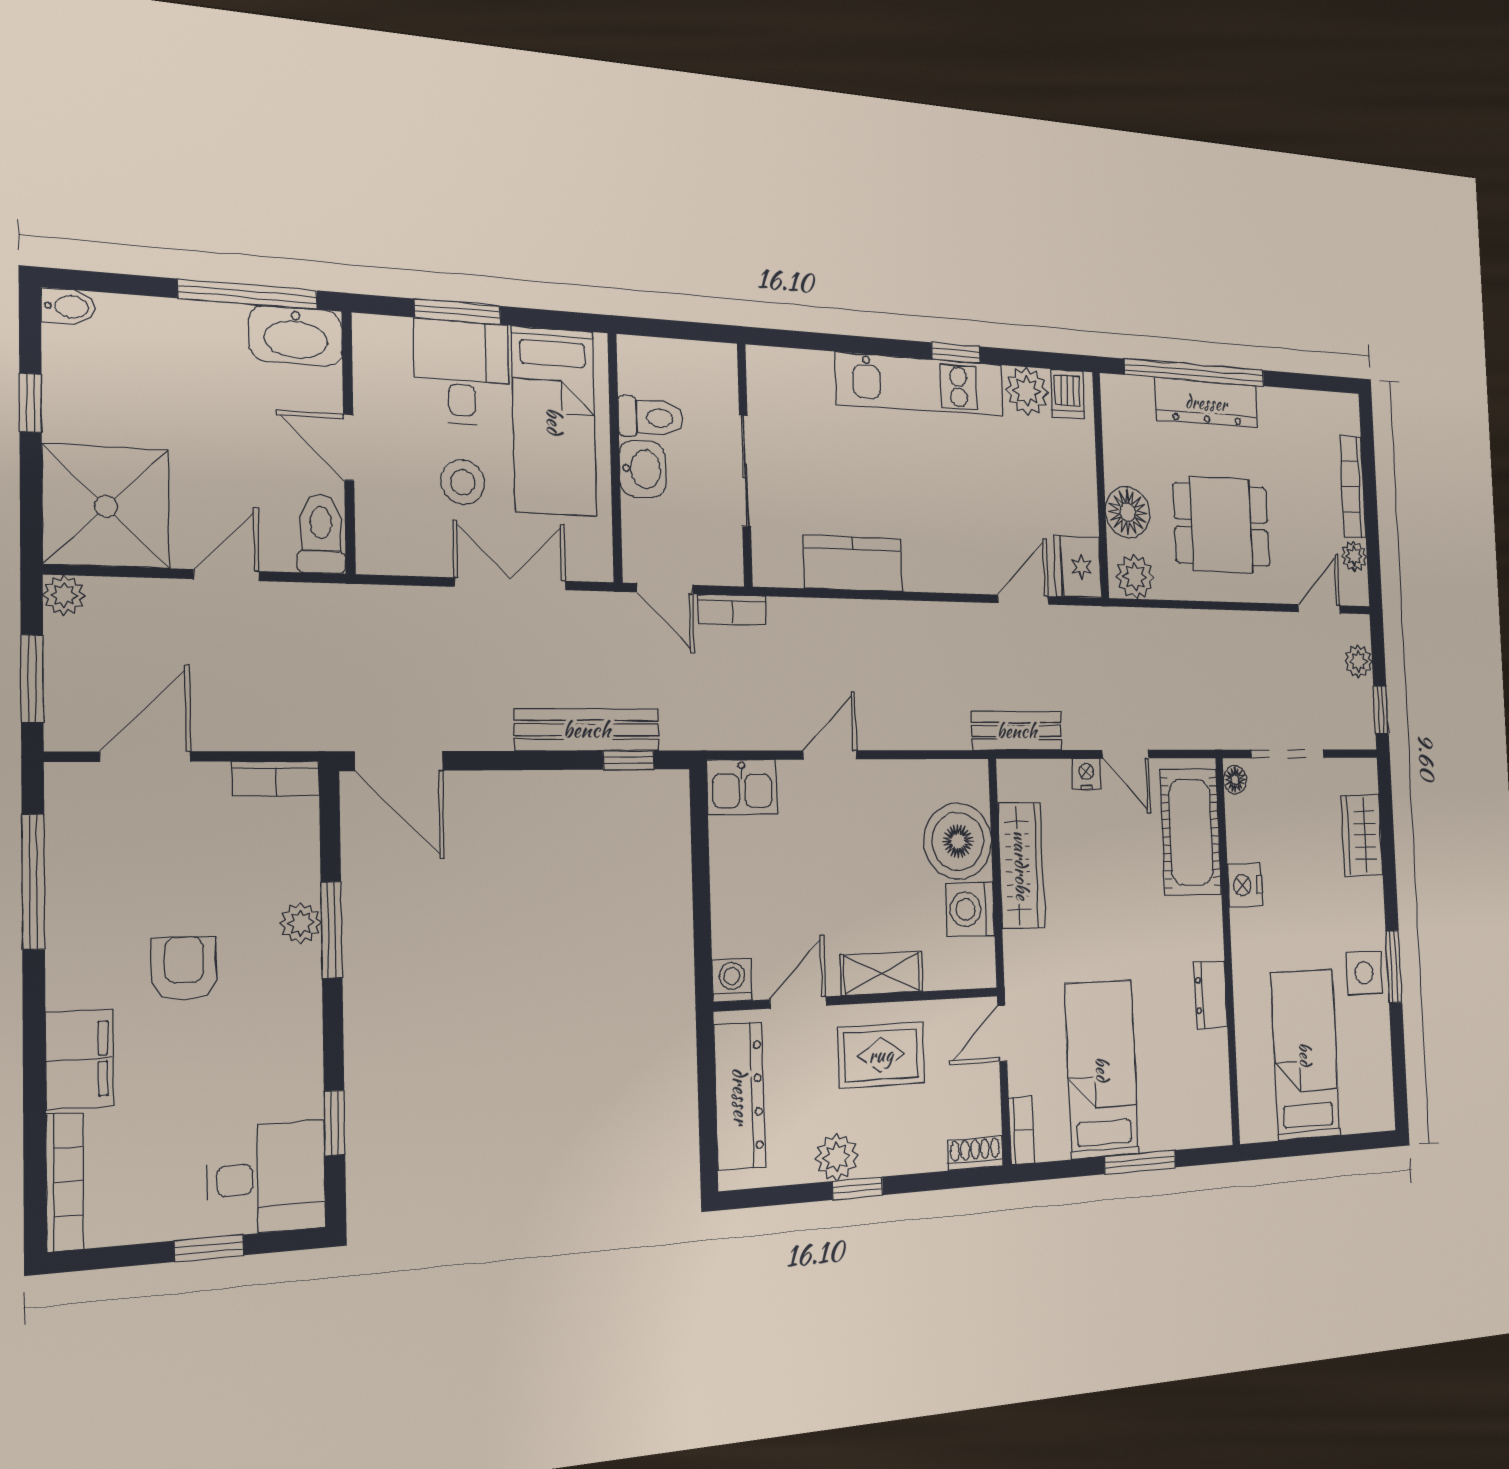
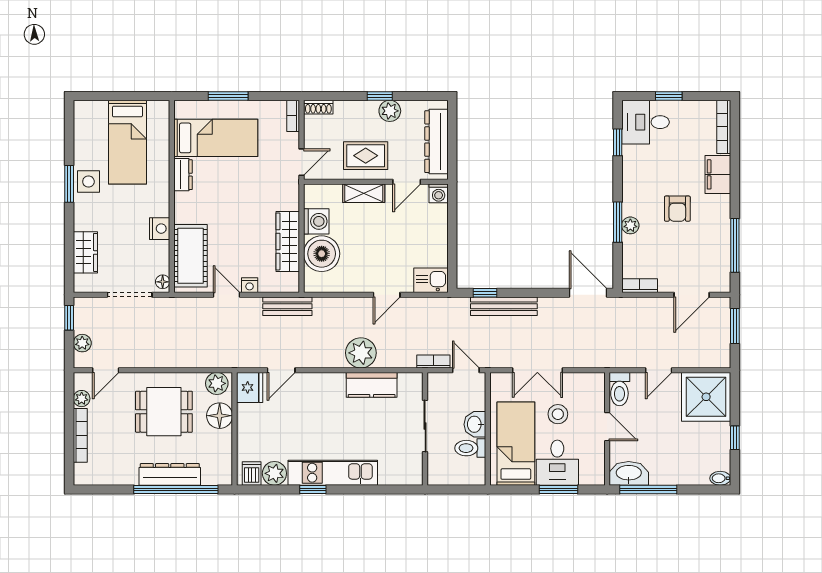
plant: (64, 595) -> (361, 353), moved, width x1.88, depth x1.88
bed: (1102, 1069) -> (216, 138), moved, turned -90

